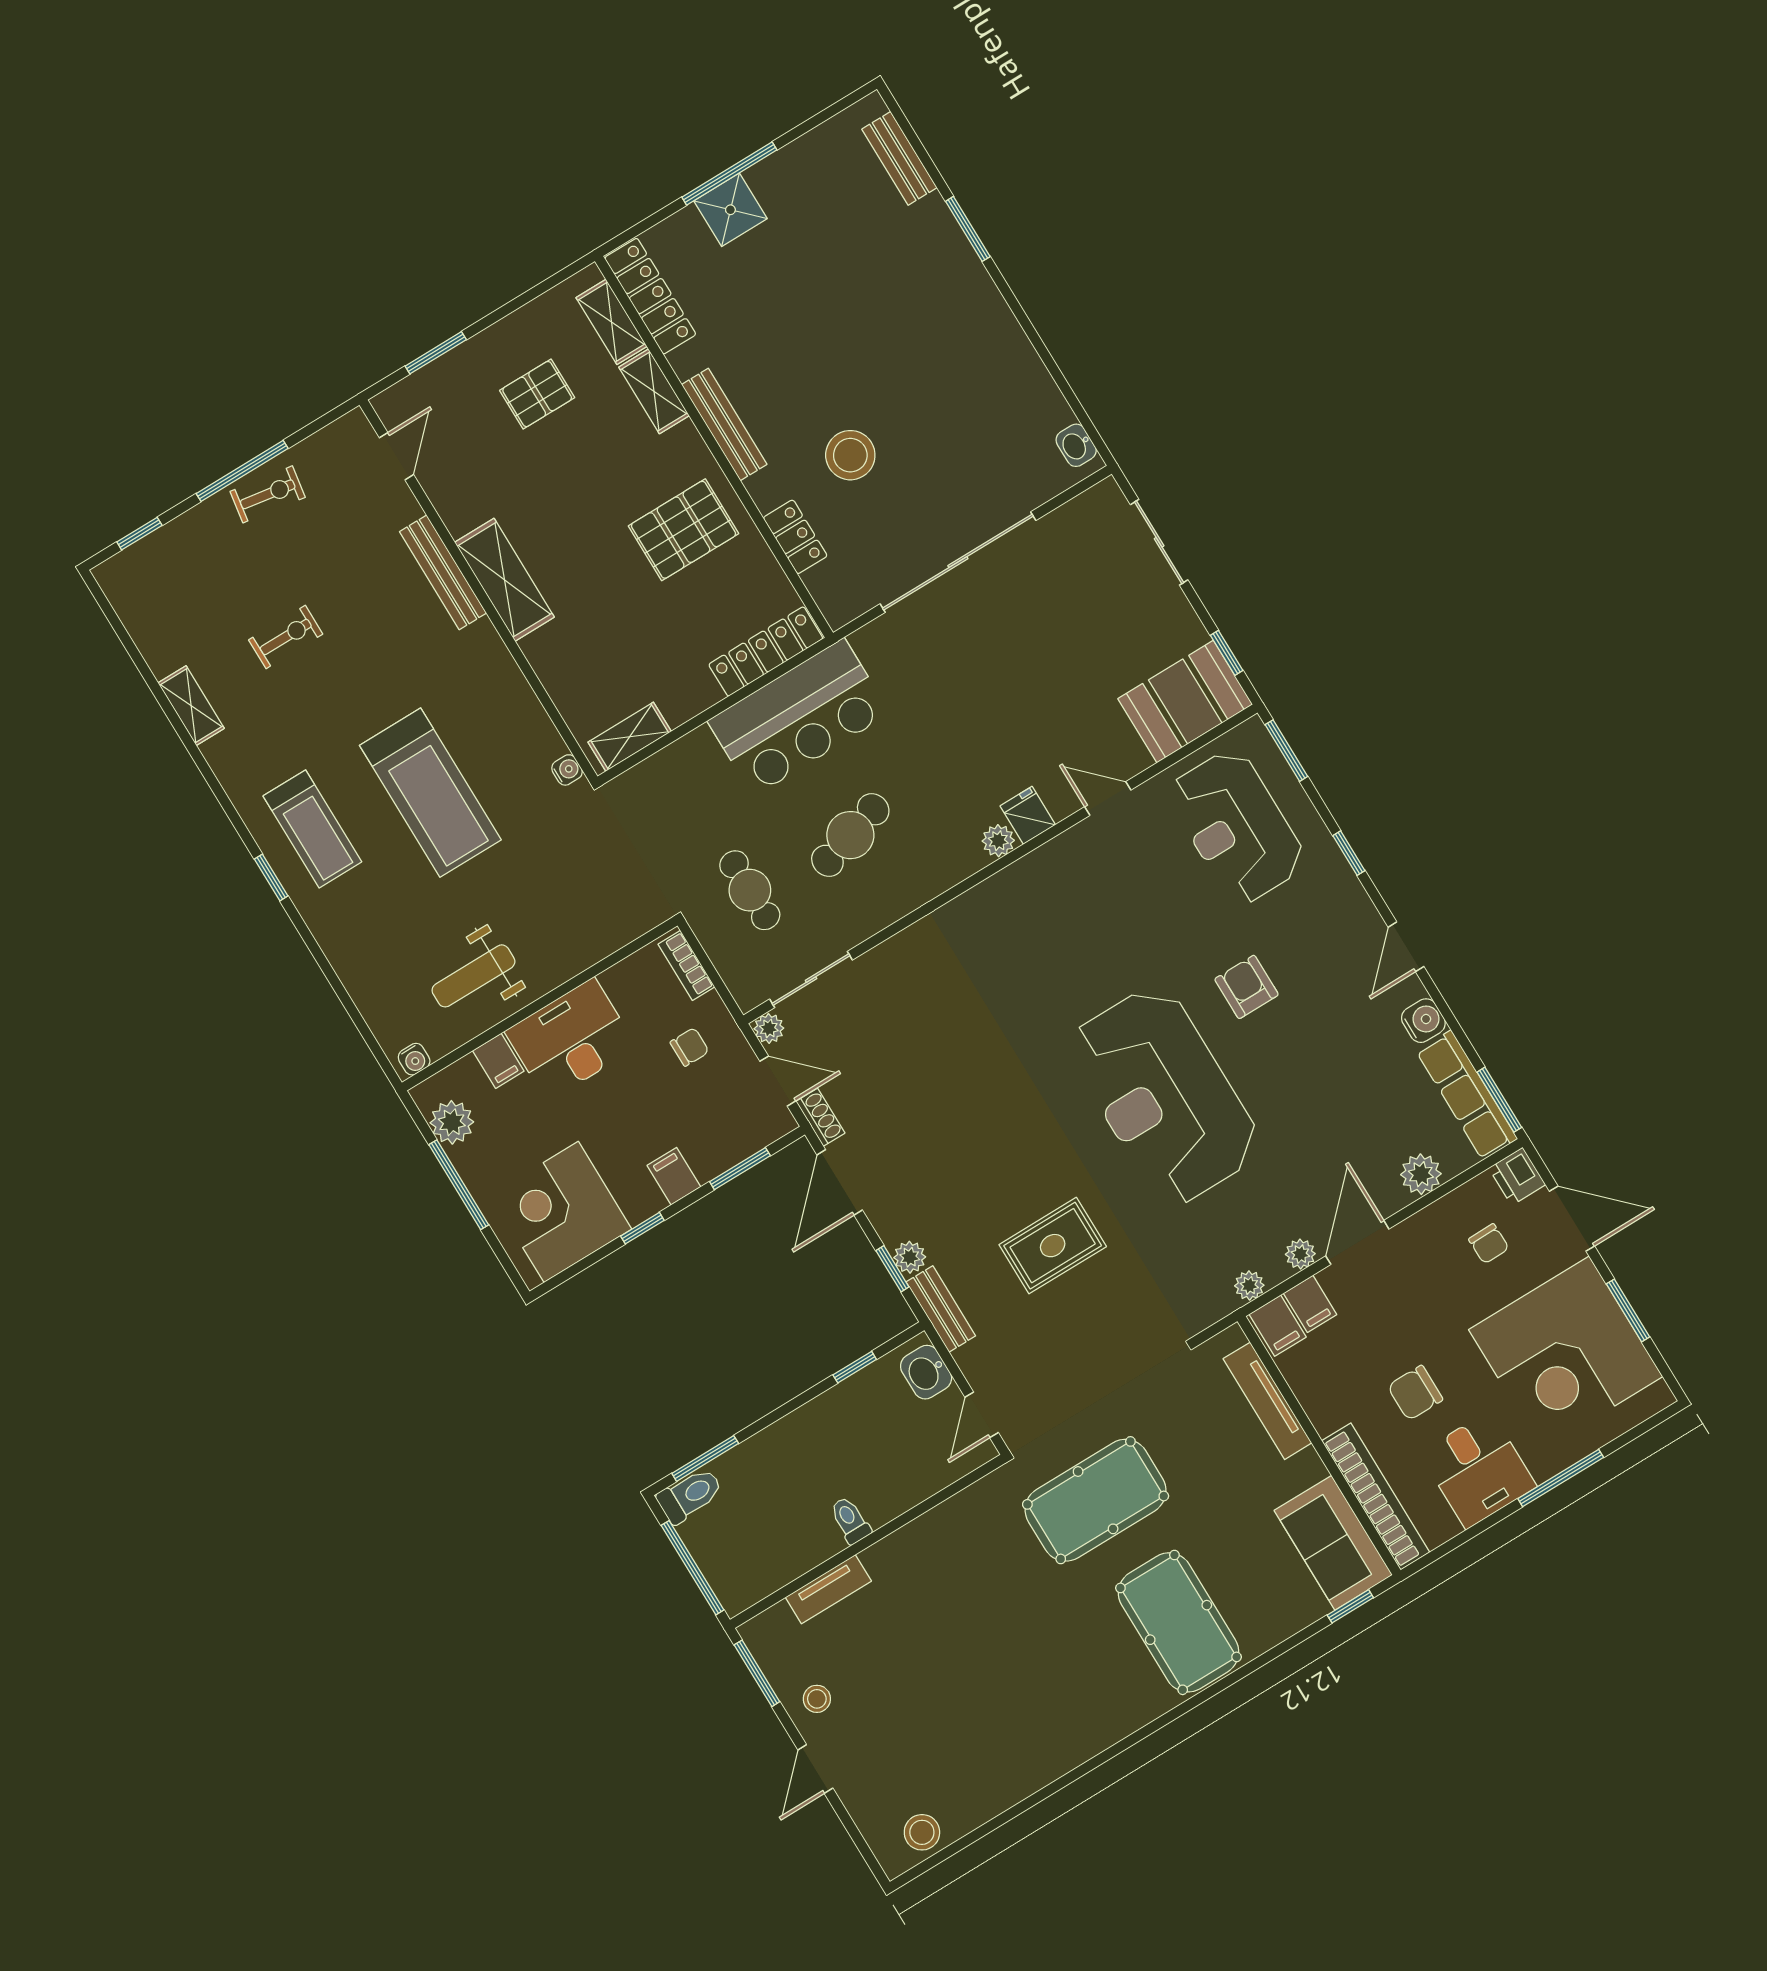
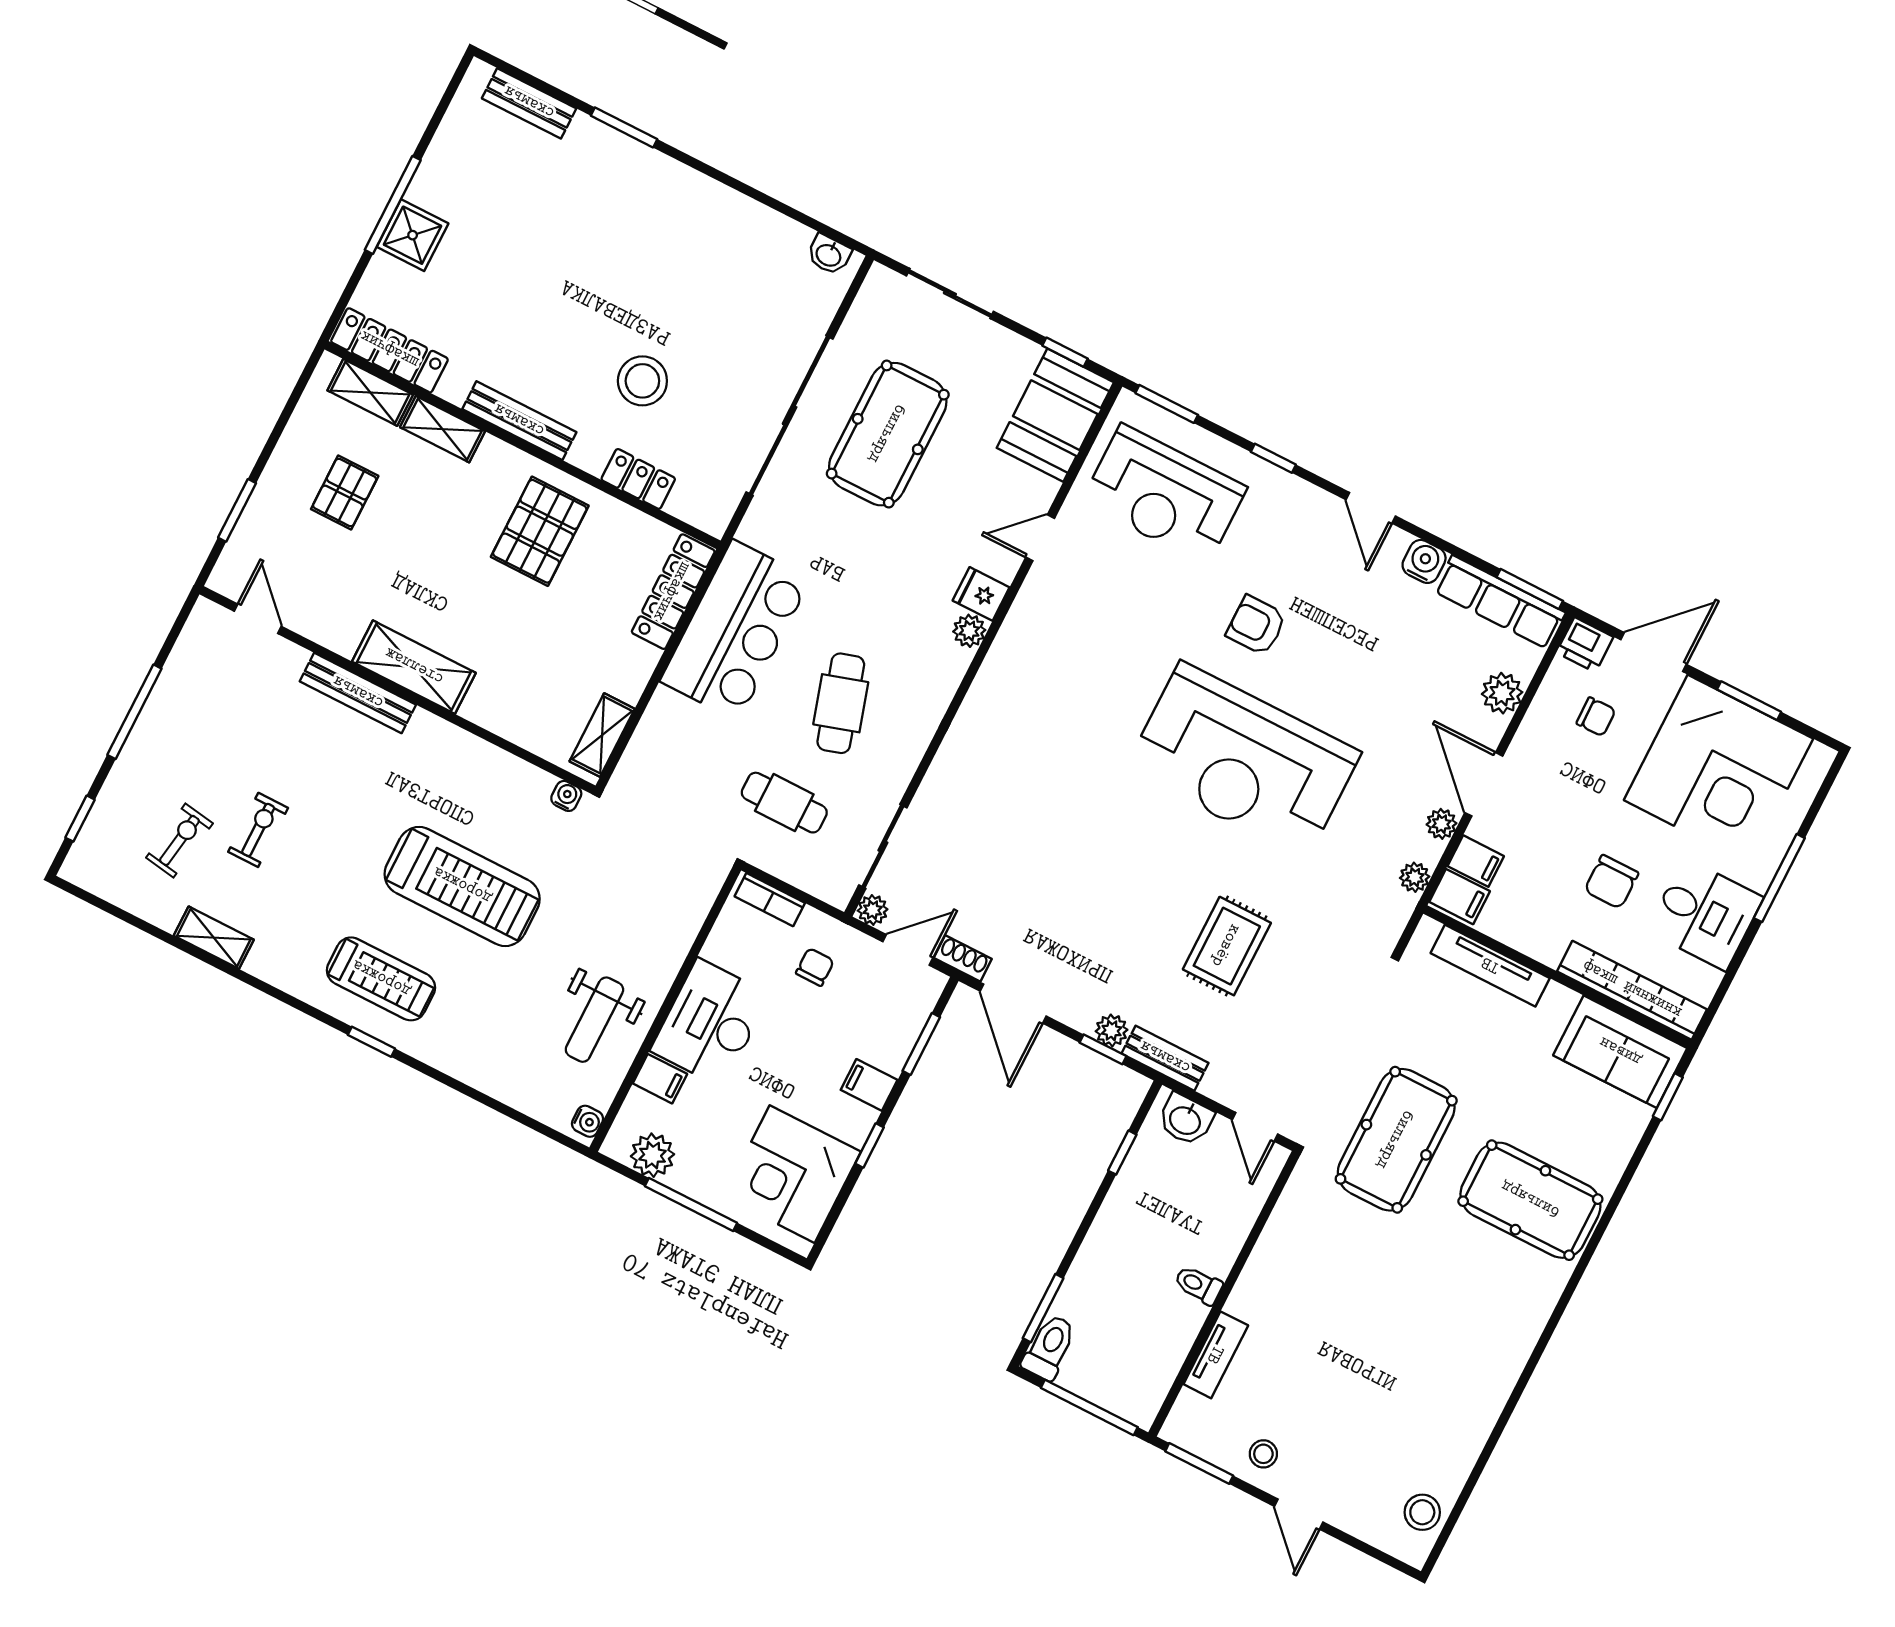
exercise bike: (268, 494) -> (179, 841), moved
pool table: (1032, 630) -> (888, 434), added

